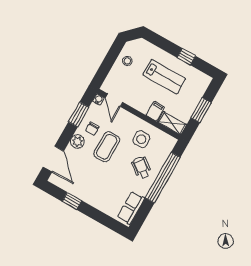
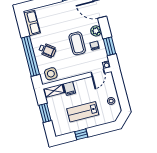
door: (114, 100) -> (98, 73), swing flipped
side table: (141, 139) -> (51, 74), moved

